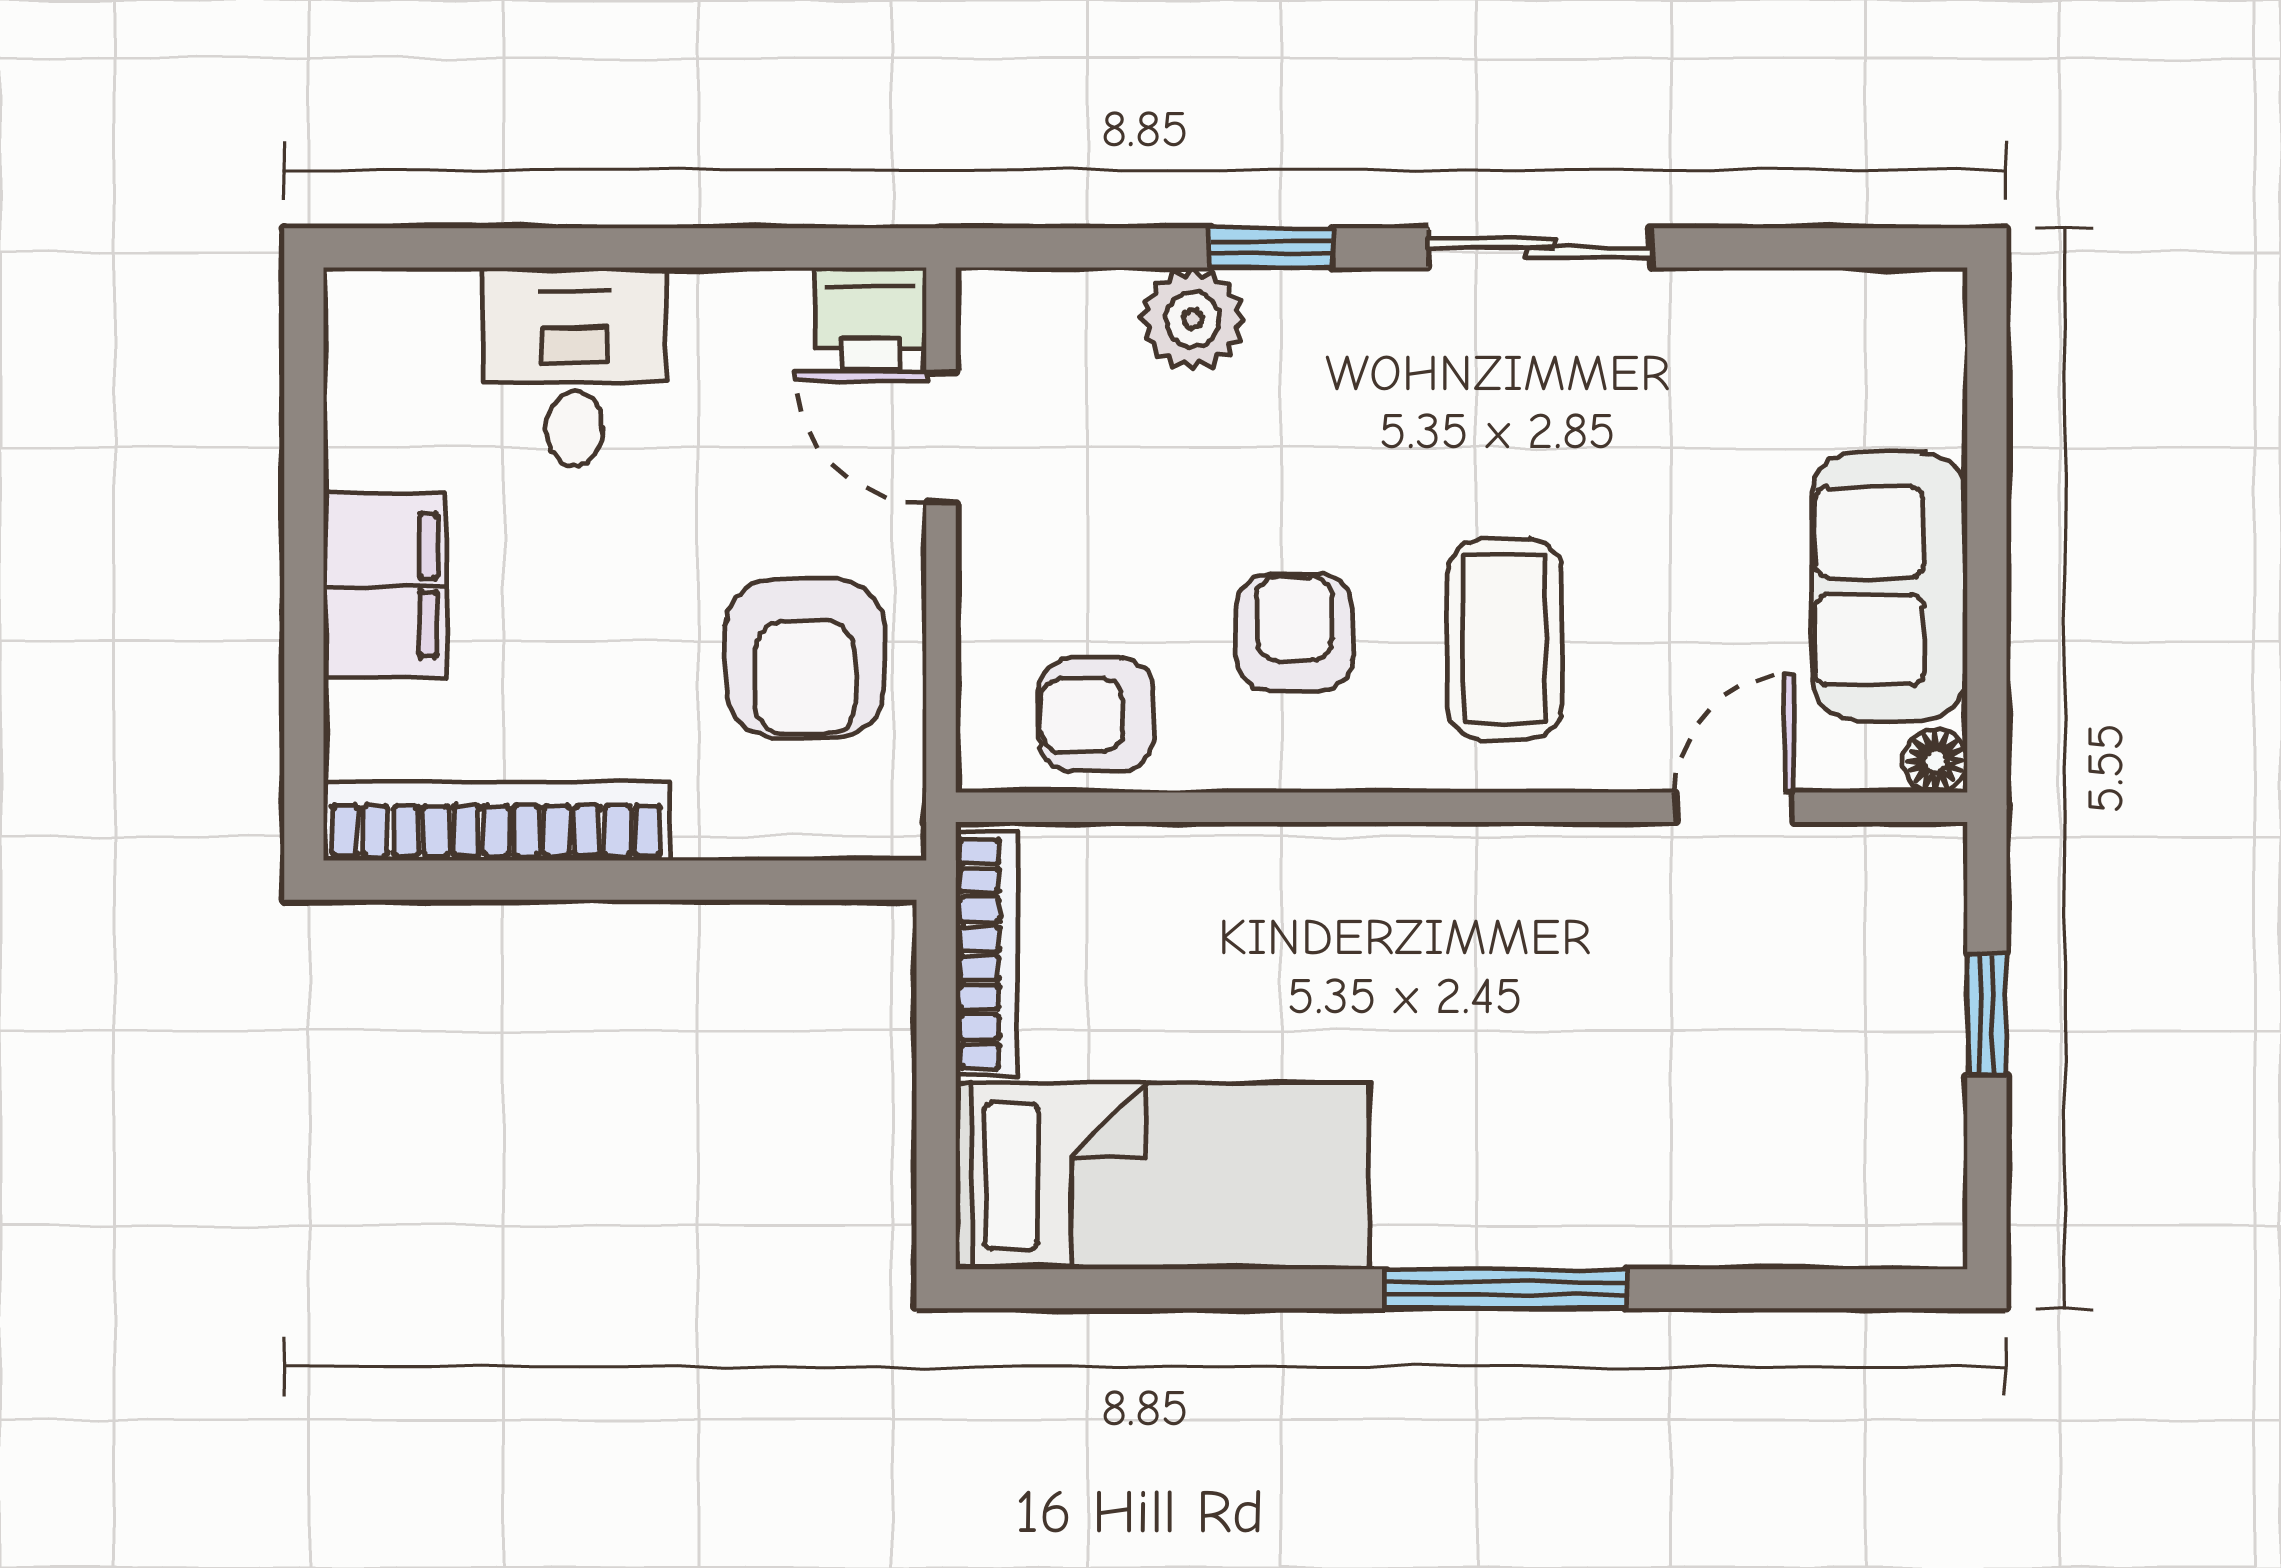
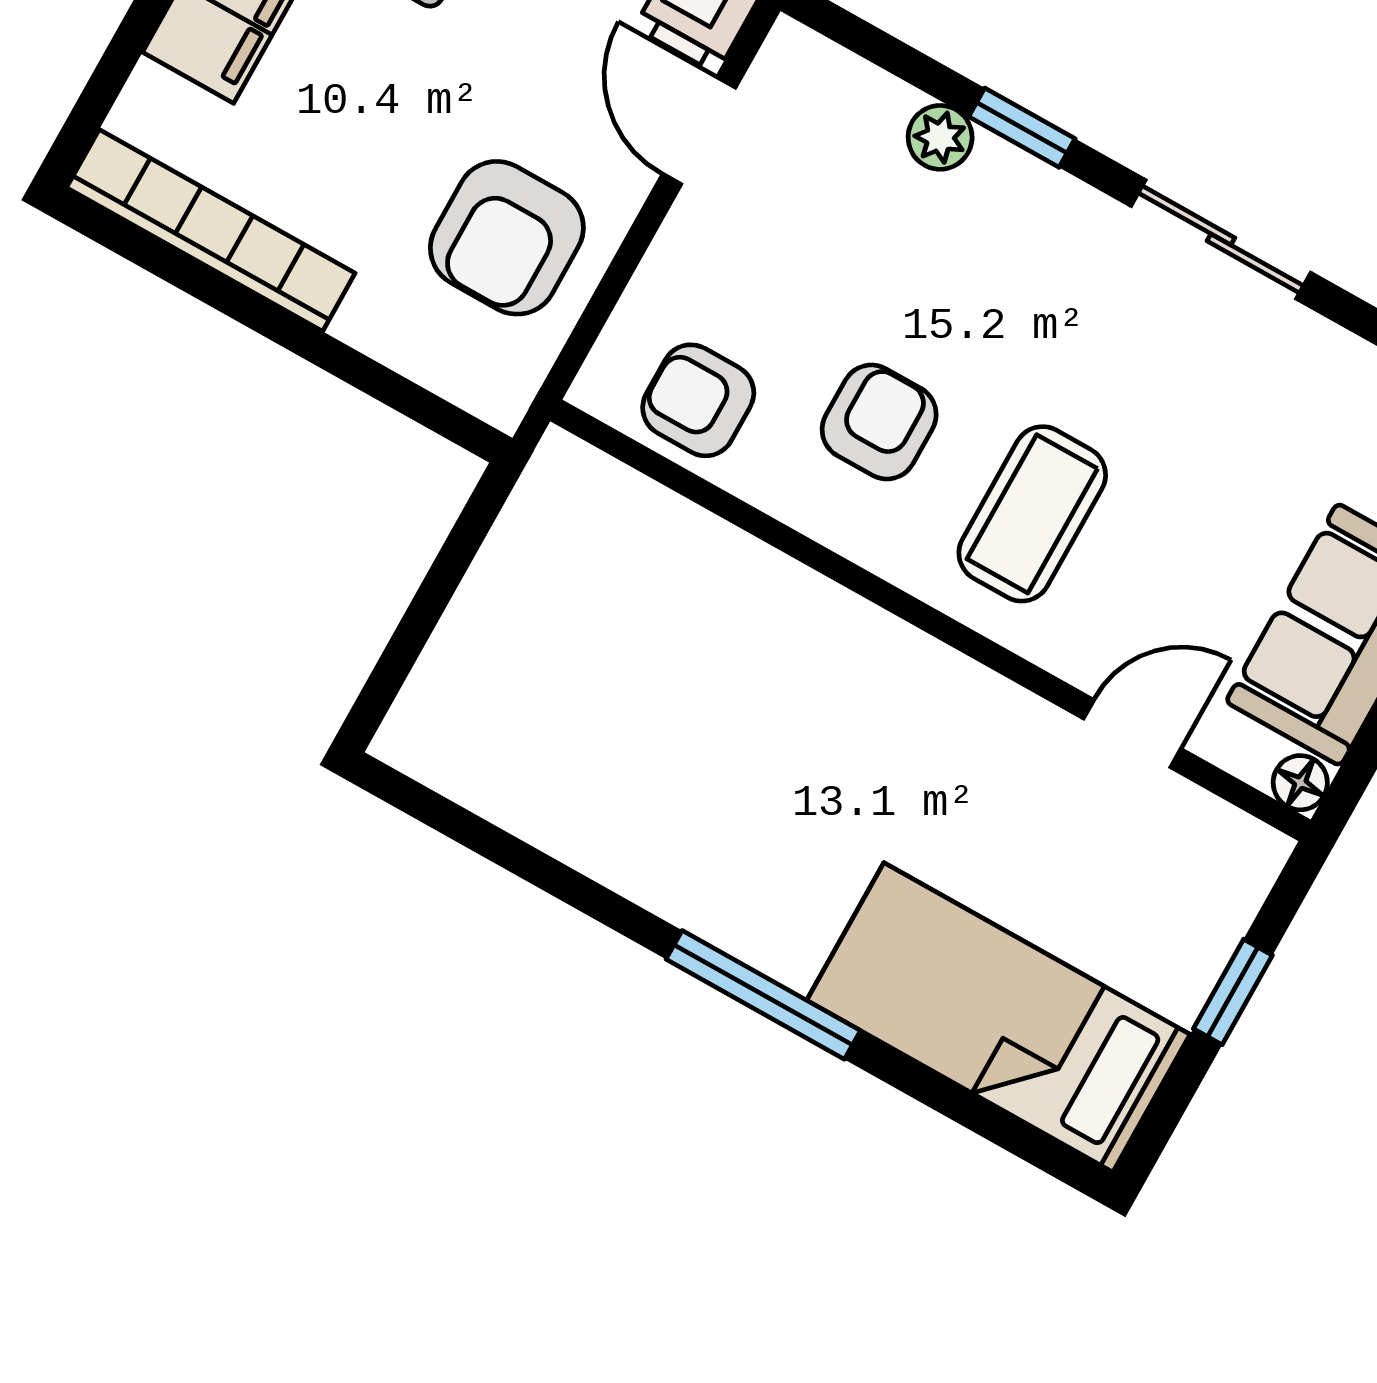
plant: (1193, 319) -> (940, 137), width x0.73, depth x0.73
bookcase: (987, 954) -> (519, 532), removed
bed: (1163, 1176) -> (998, 1017), moved, turned 180

